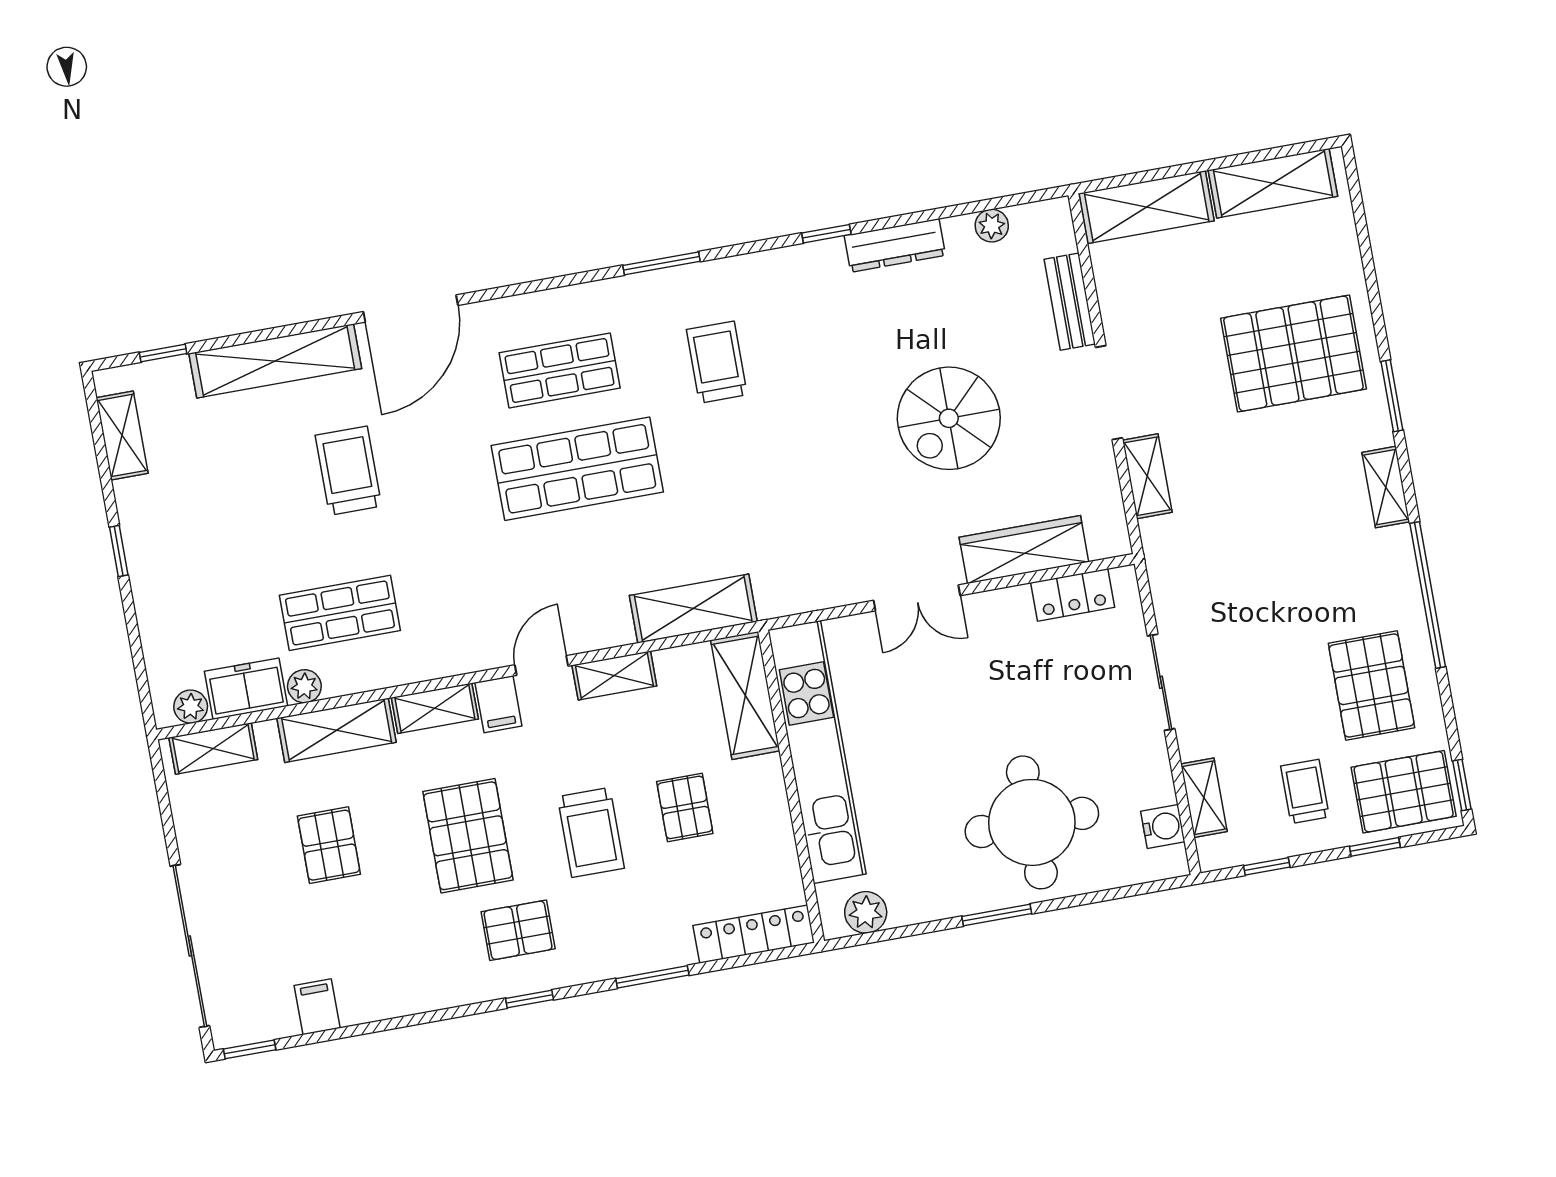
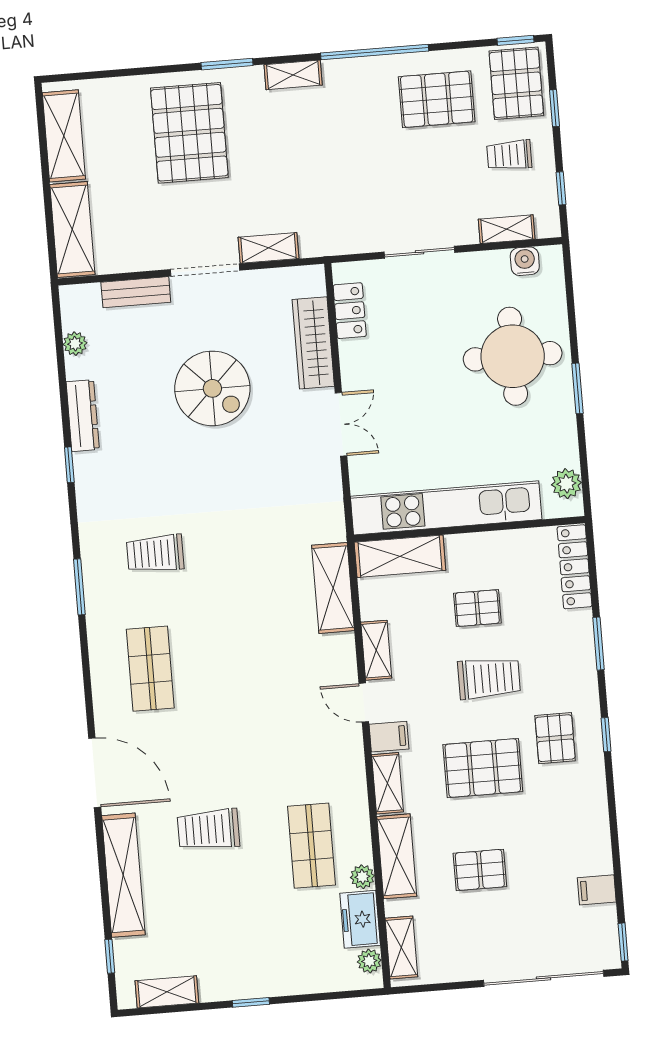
shop shelf: (577, 469) -> (223, 663), removed

